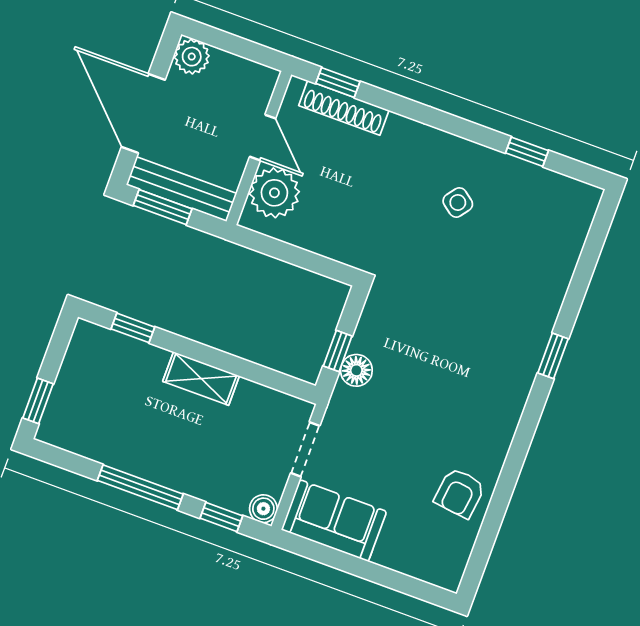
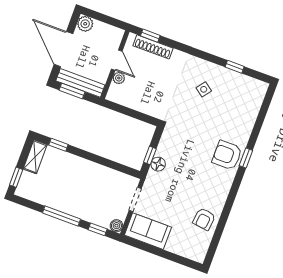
plant: (274, 193) -> (119, 78), width x0.53, depth x0.53
armchair: (511, 350) -> (227, 155), added
shelving: (201, 379) -> (35, 157), moved, turned 90

